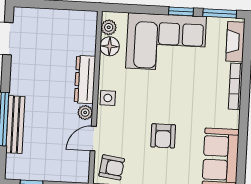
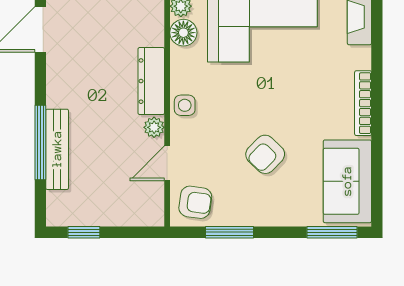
bookcase: (236, 86) -> (363, 103), moved
armchair: (163, 136) -> (265, 154), turned 44

